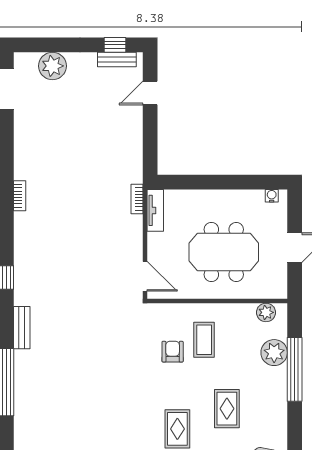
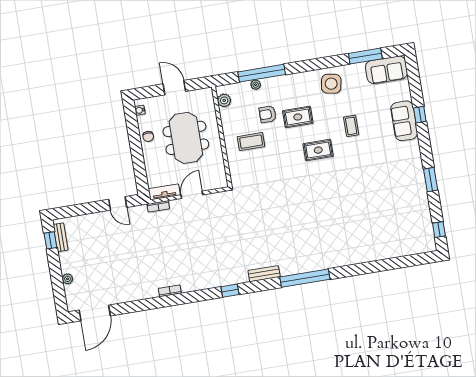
plant: (52, 66) -> (68, 279), width x0.53, depth x0.53
door: (150, 93) -> (118, 203), moved
chair: (234, 201) -> (148, 136), added
door: (145, 276) -> (192, 195), moved
armchair: (173, 352) -> (268, 114), moved
plant: (274, 353) -> (256, 85), width x0.53, depth x0.53

